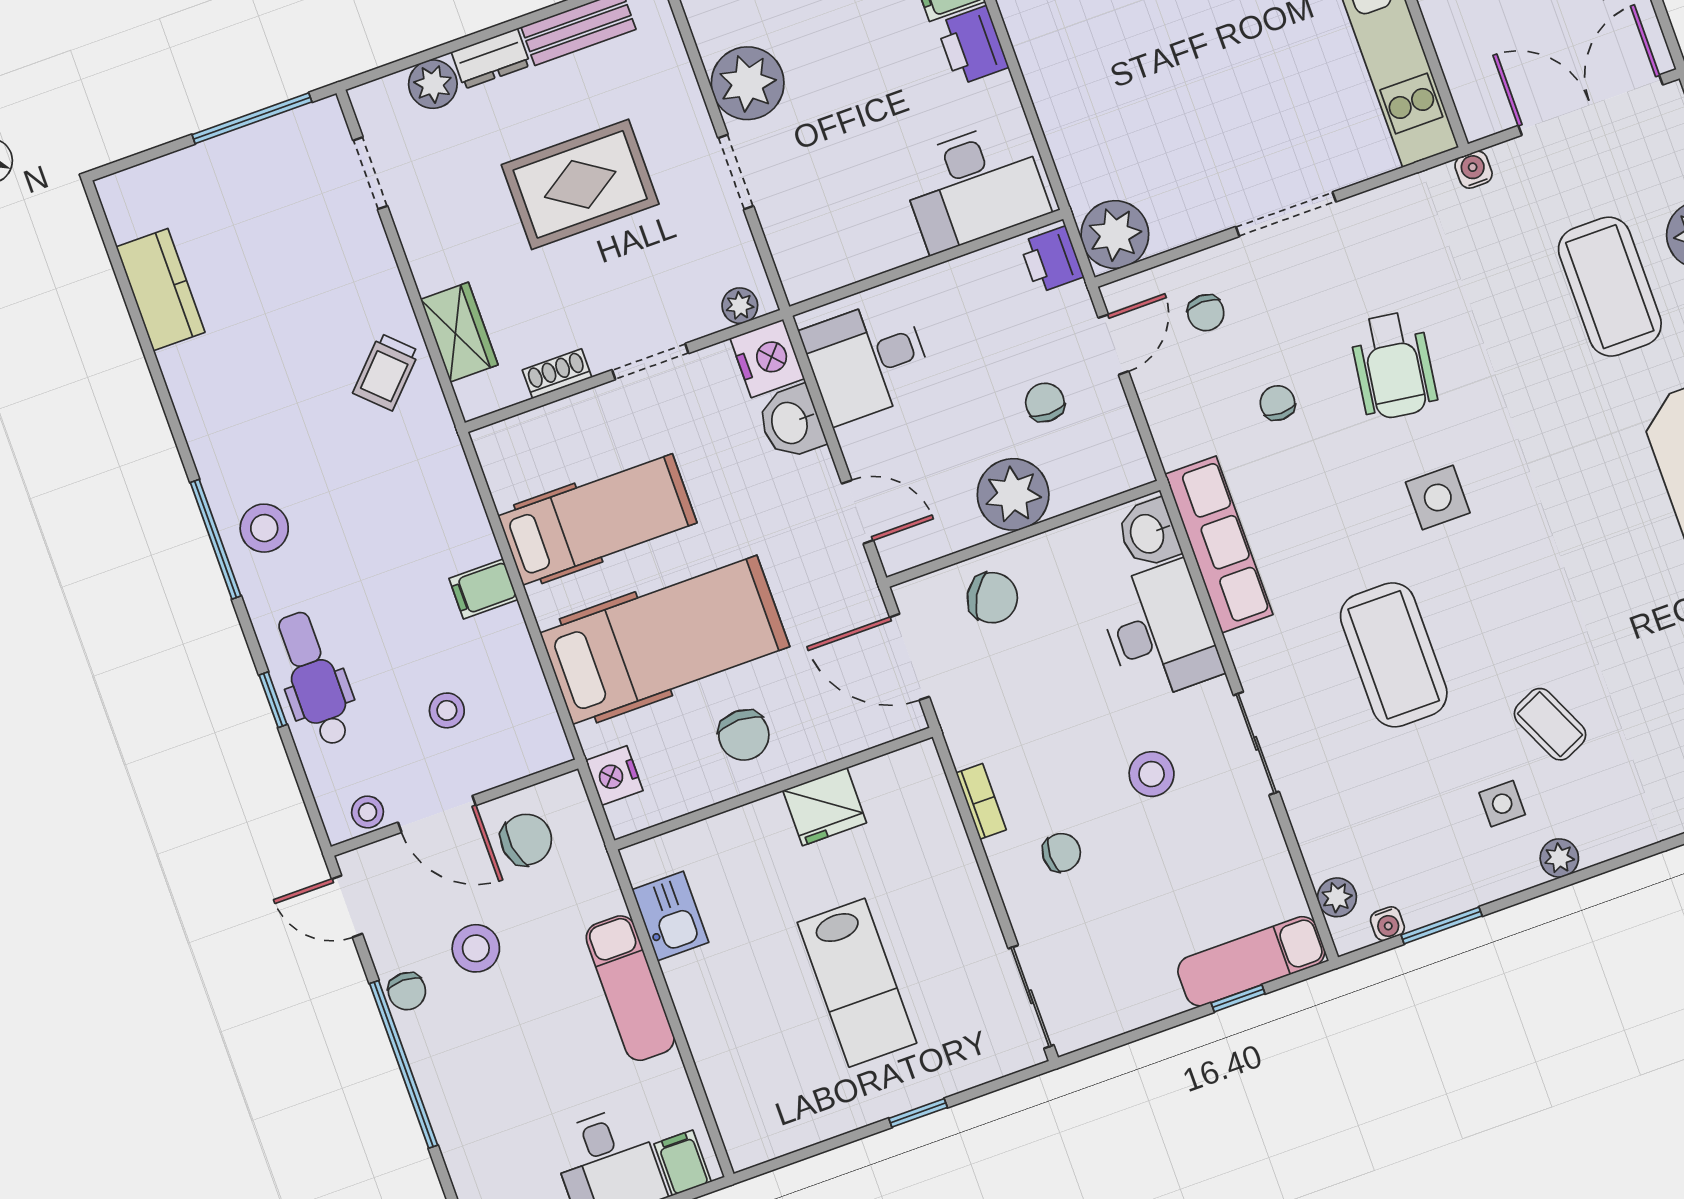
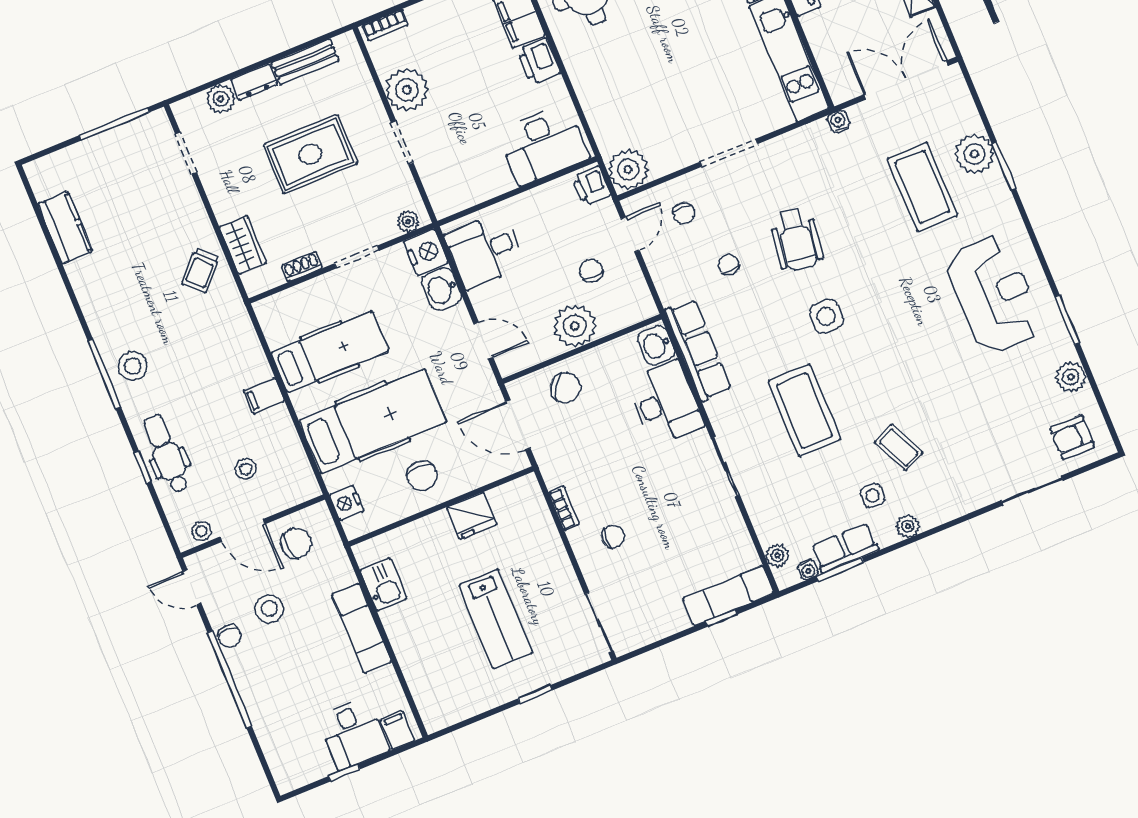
stool: (1152, 774) -> (664, 488), removed
row of seats: (1452, 890) -> (845, 548), added

